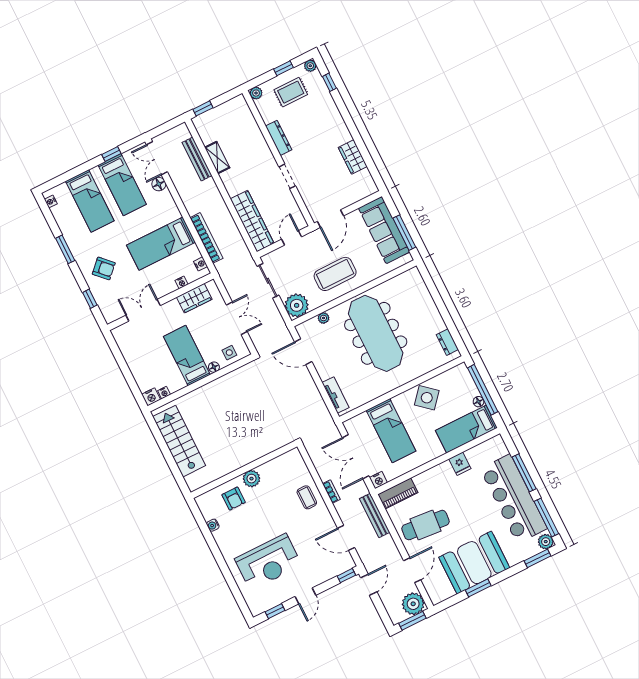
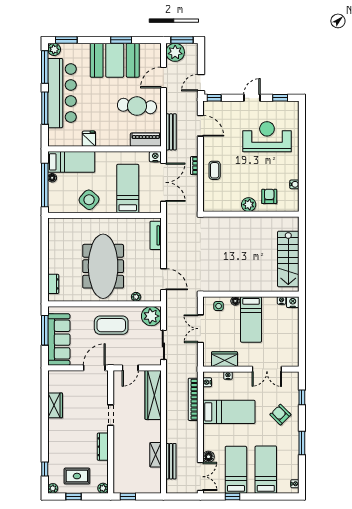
window: (203, 108) -> (128, 496), moved
dresser: (447, 342) -> (53, 284), moved

